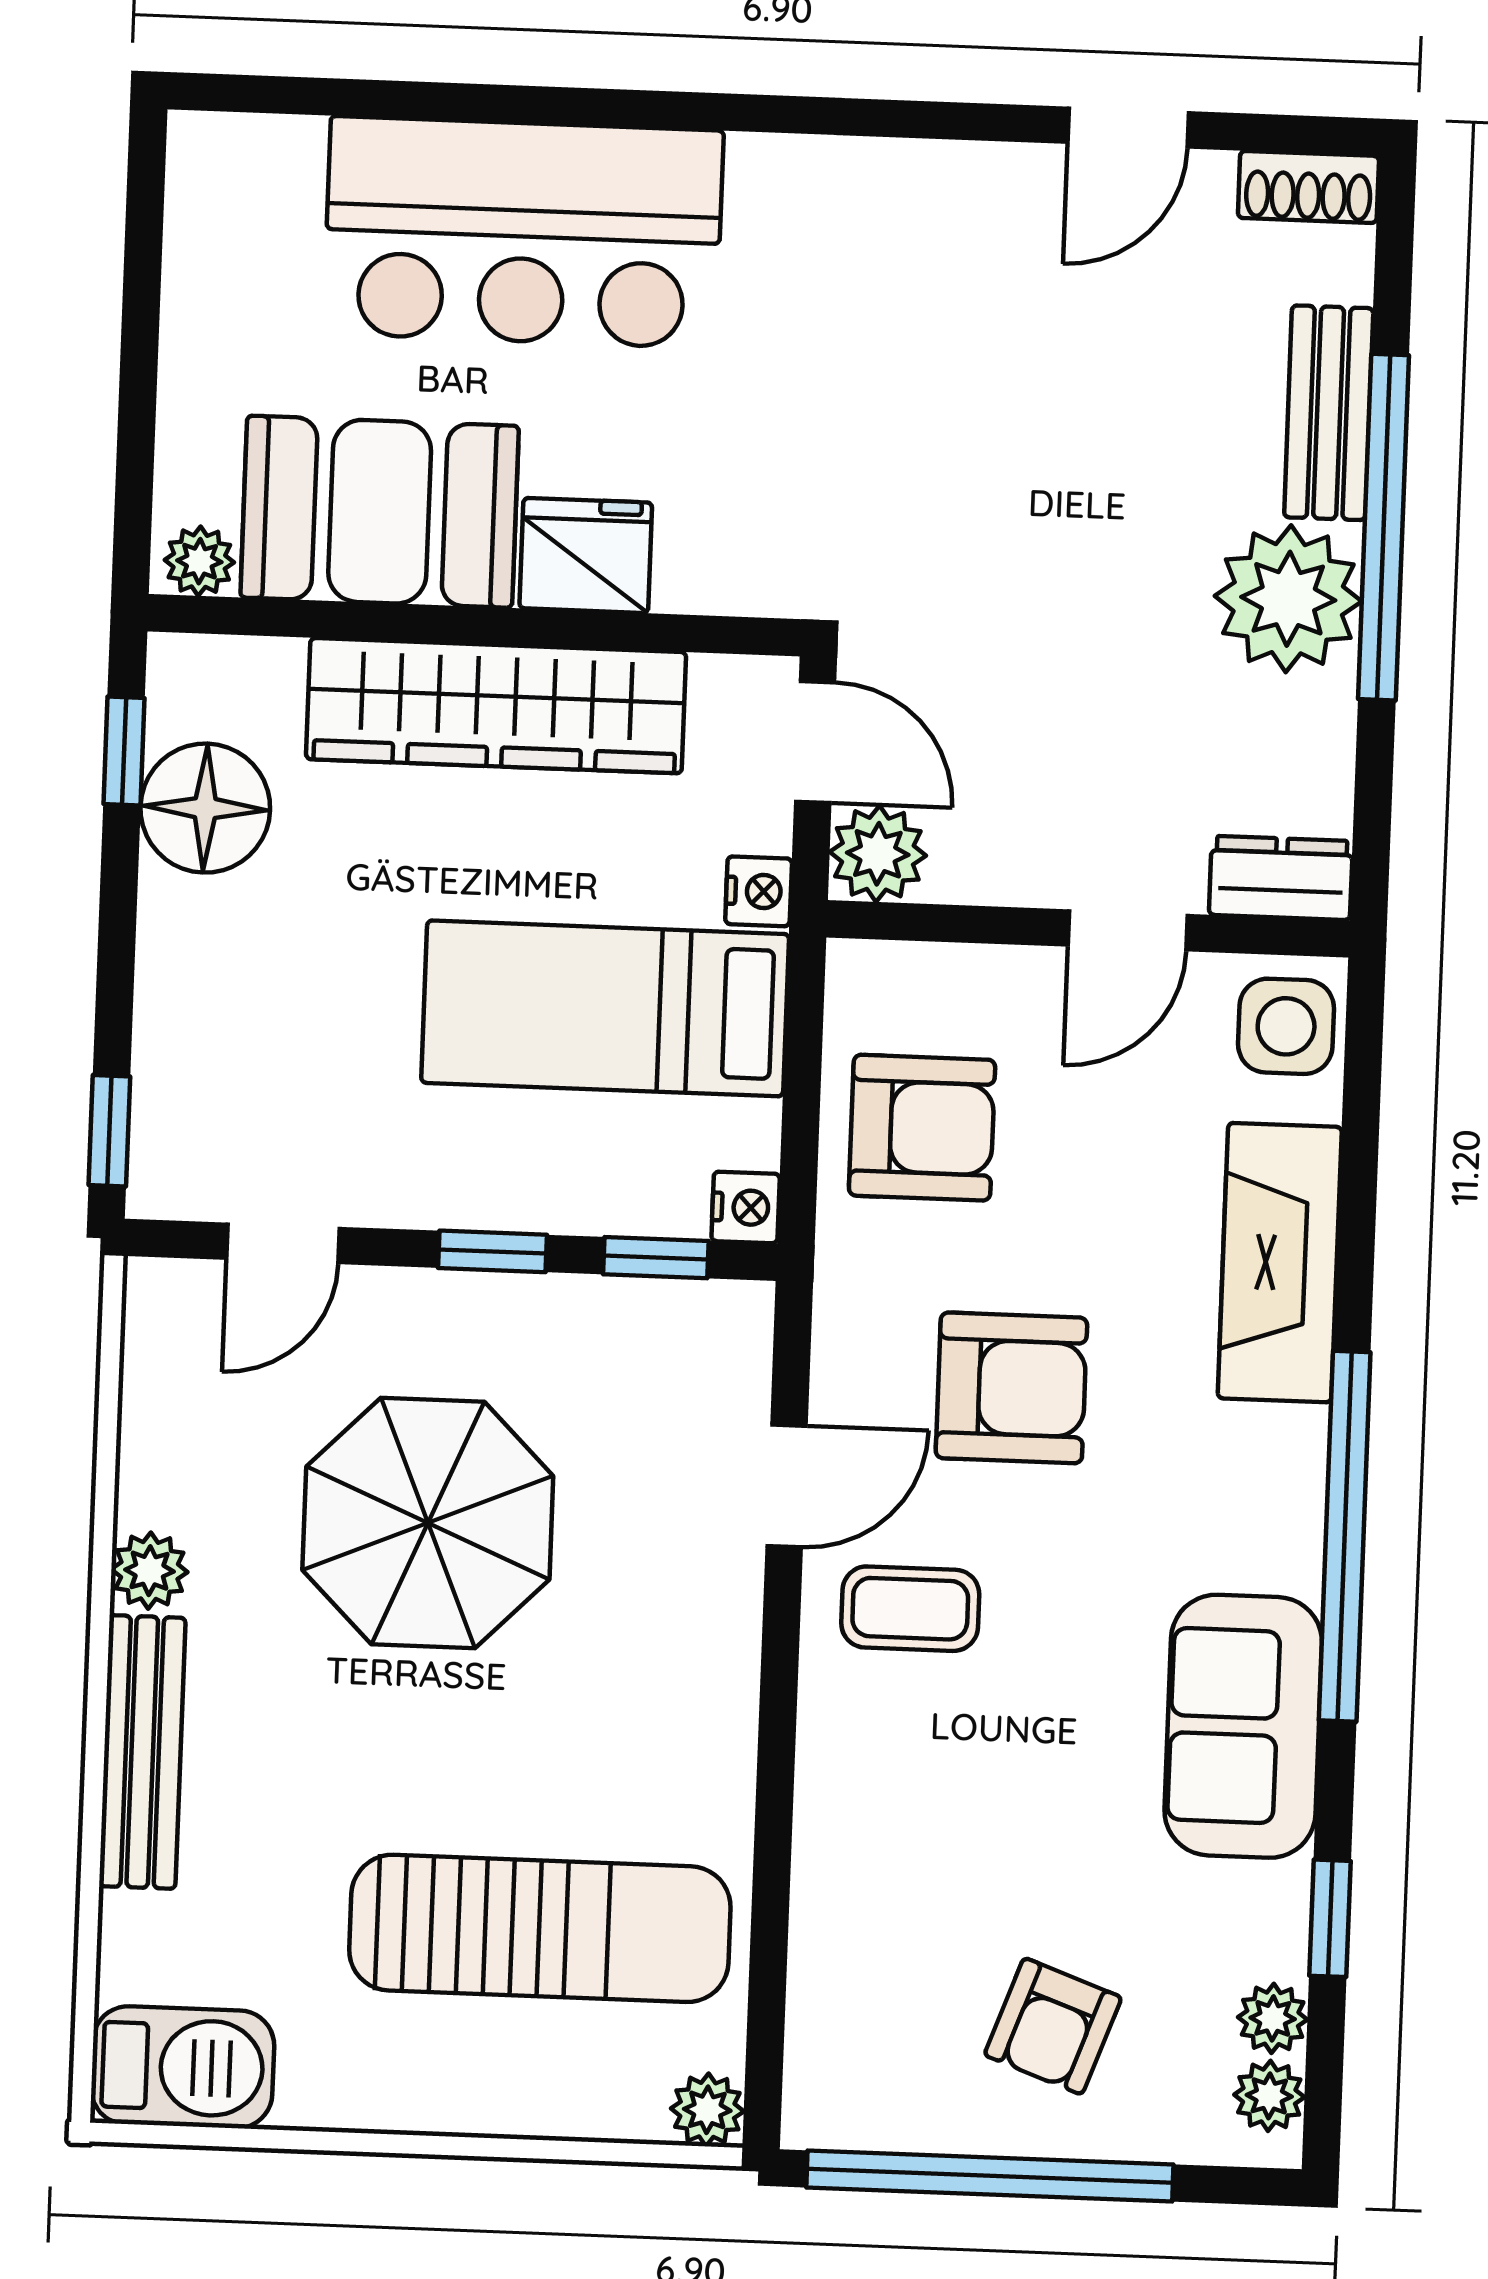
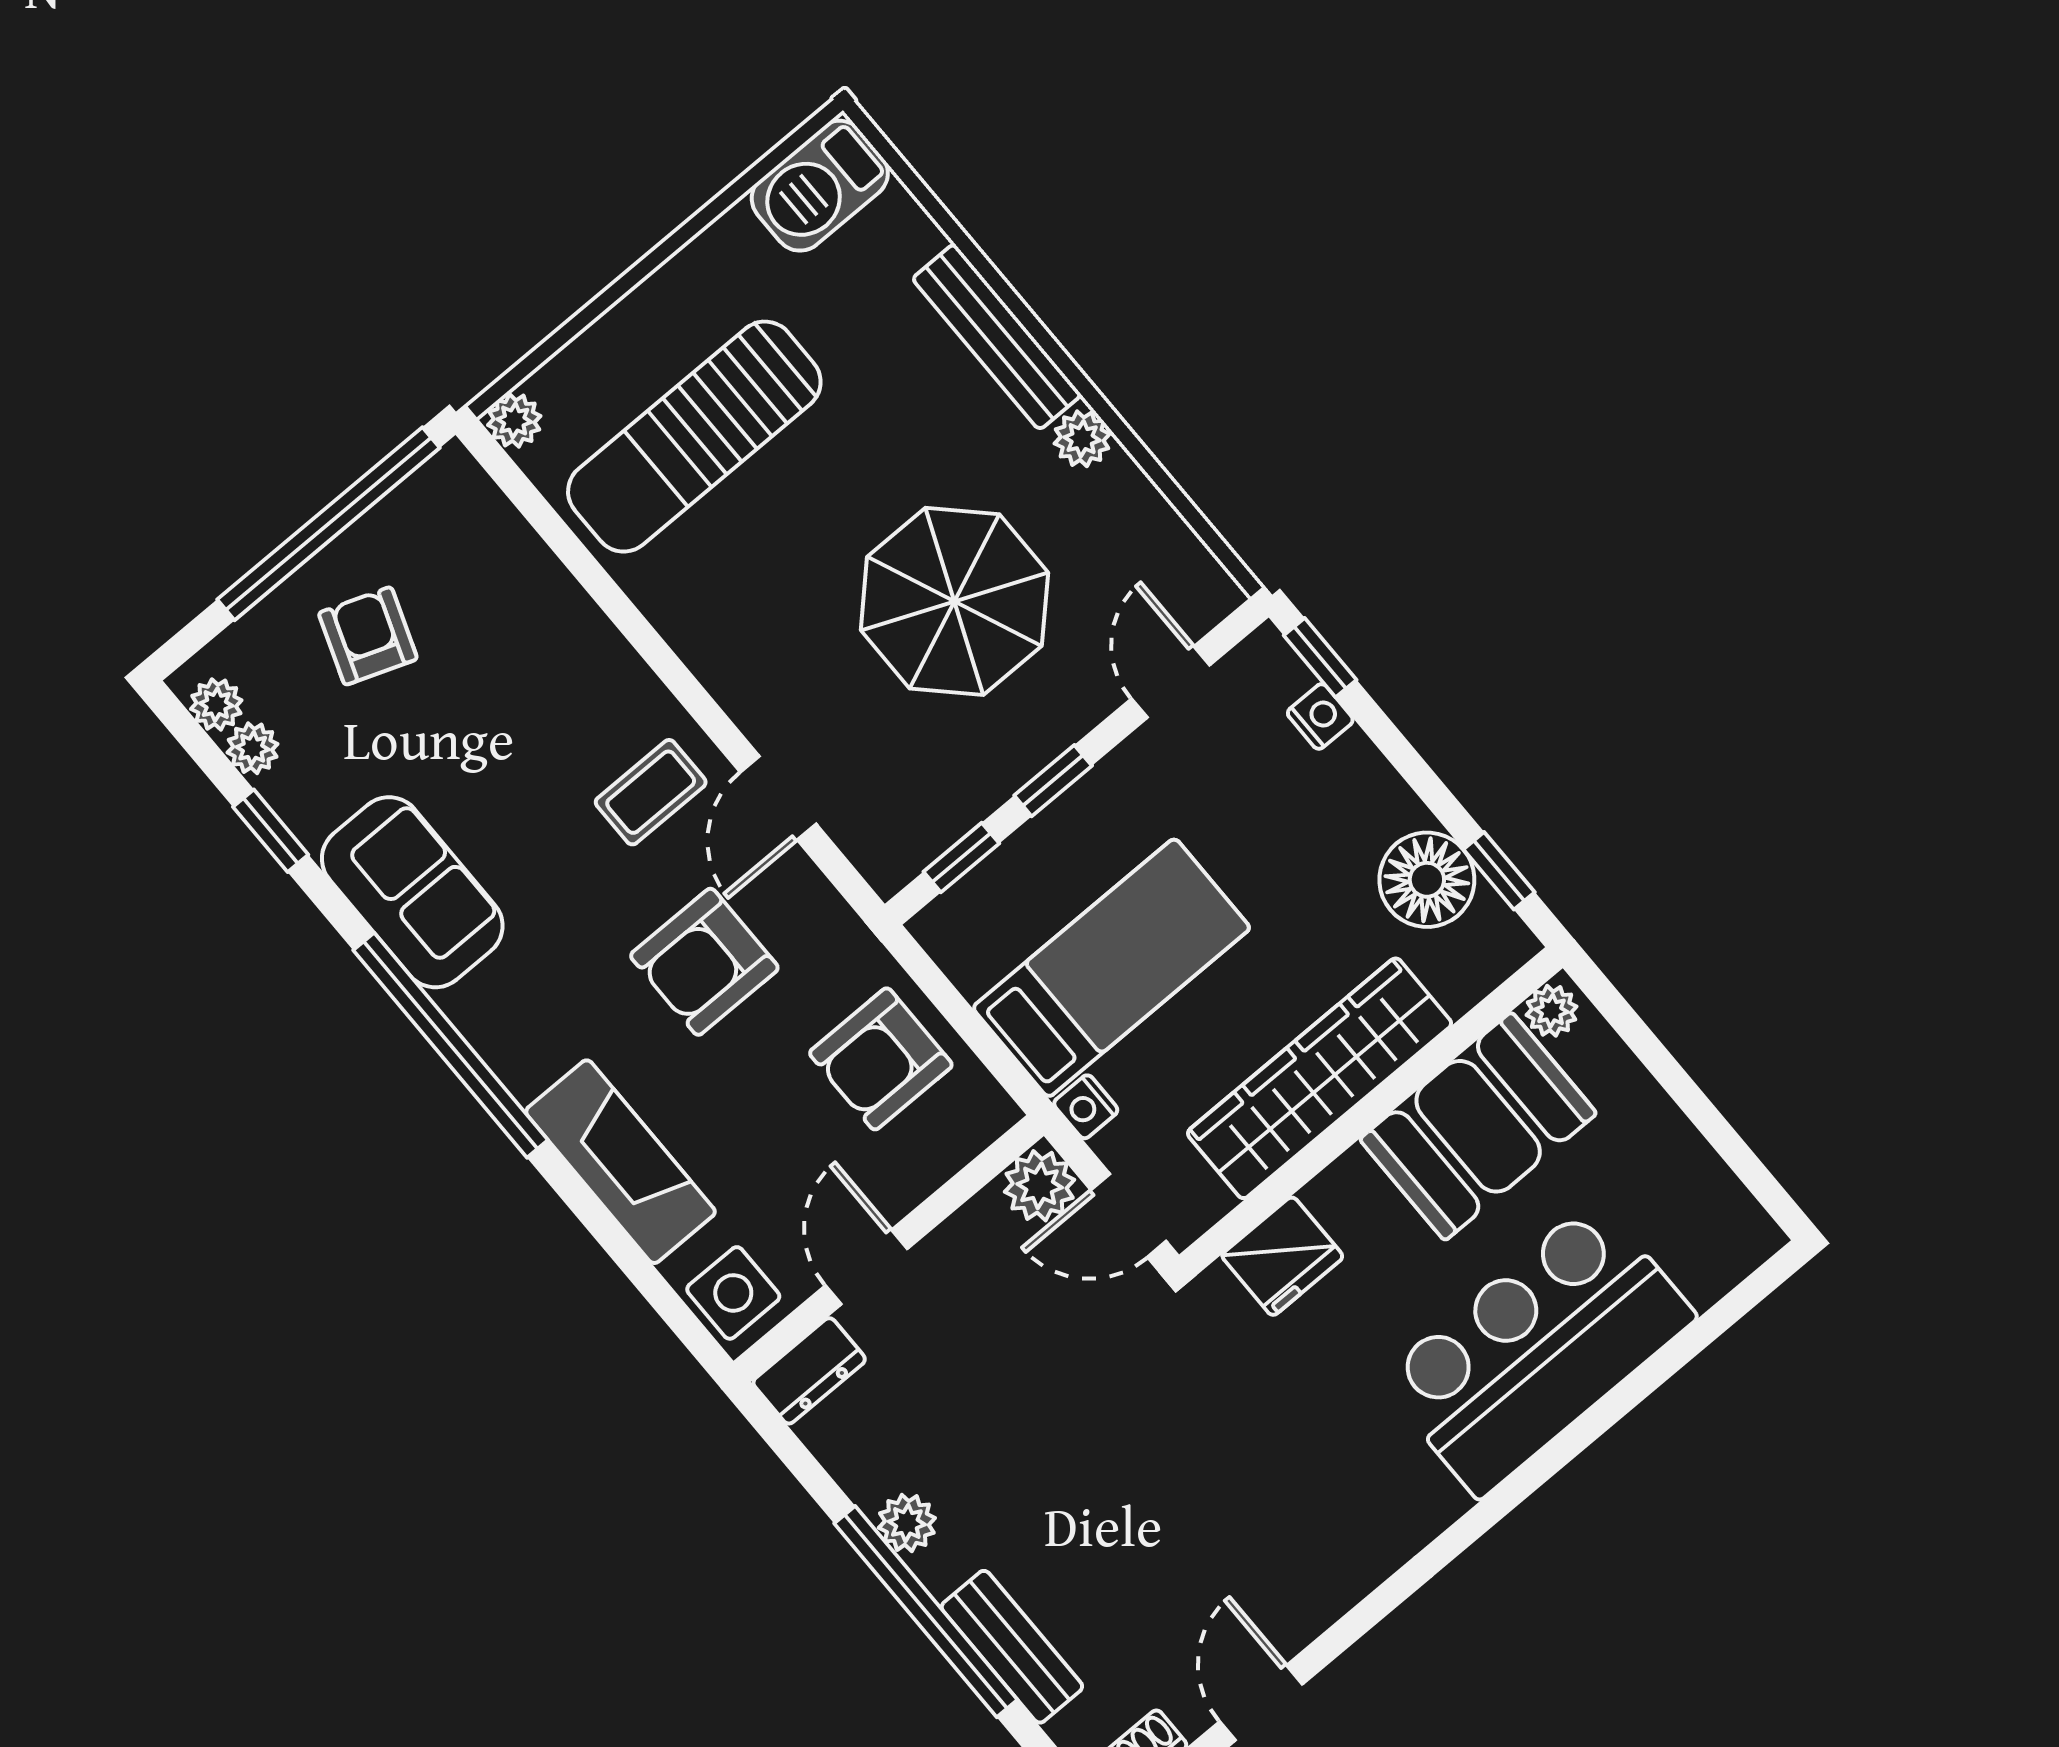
fridge: (586, 555) -> (1282, 1256), moved
plant: (1288, 599) -> (907, 1523), width x0.53, depth x0.53
nightstand: (746, 1207) -> (1320, 716), moved, turned 180

